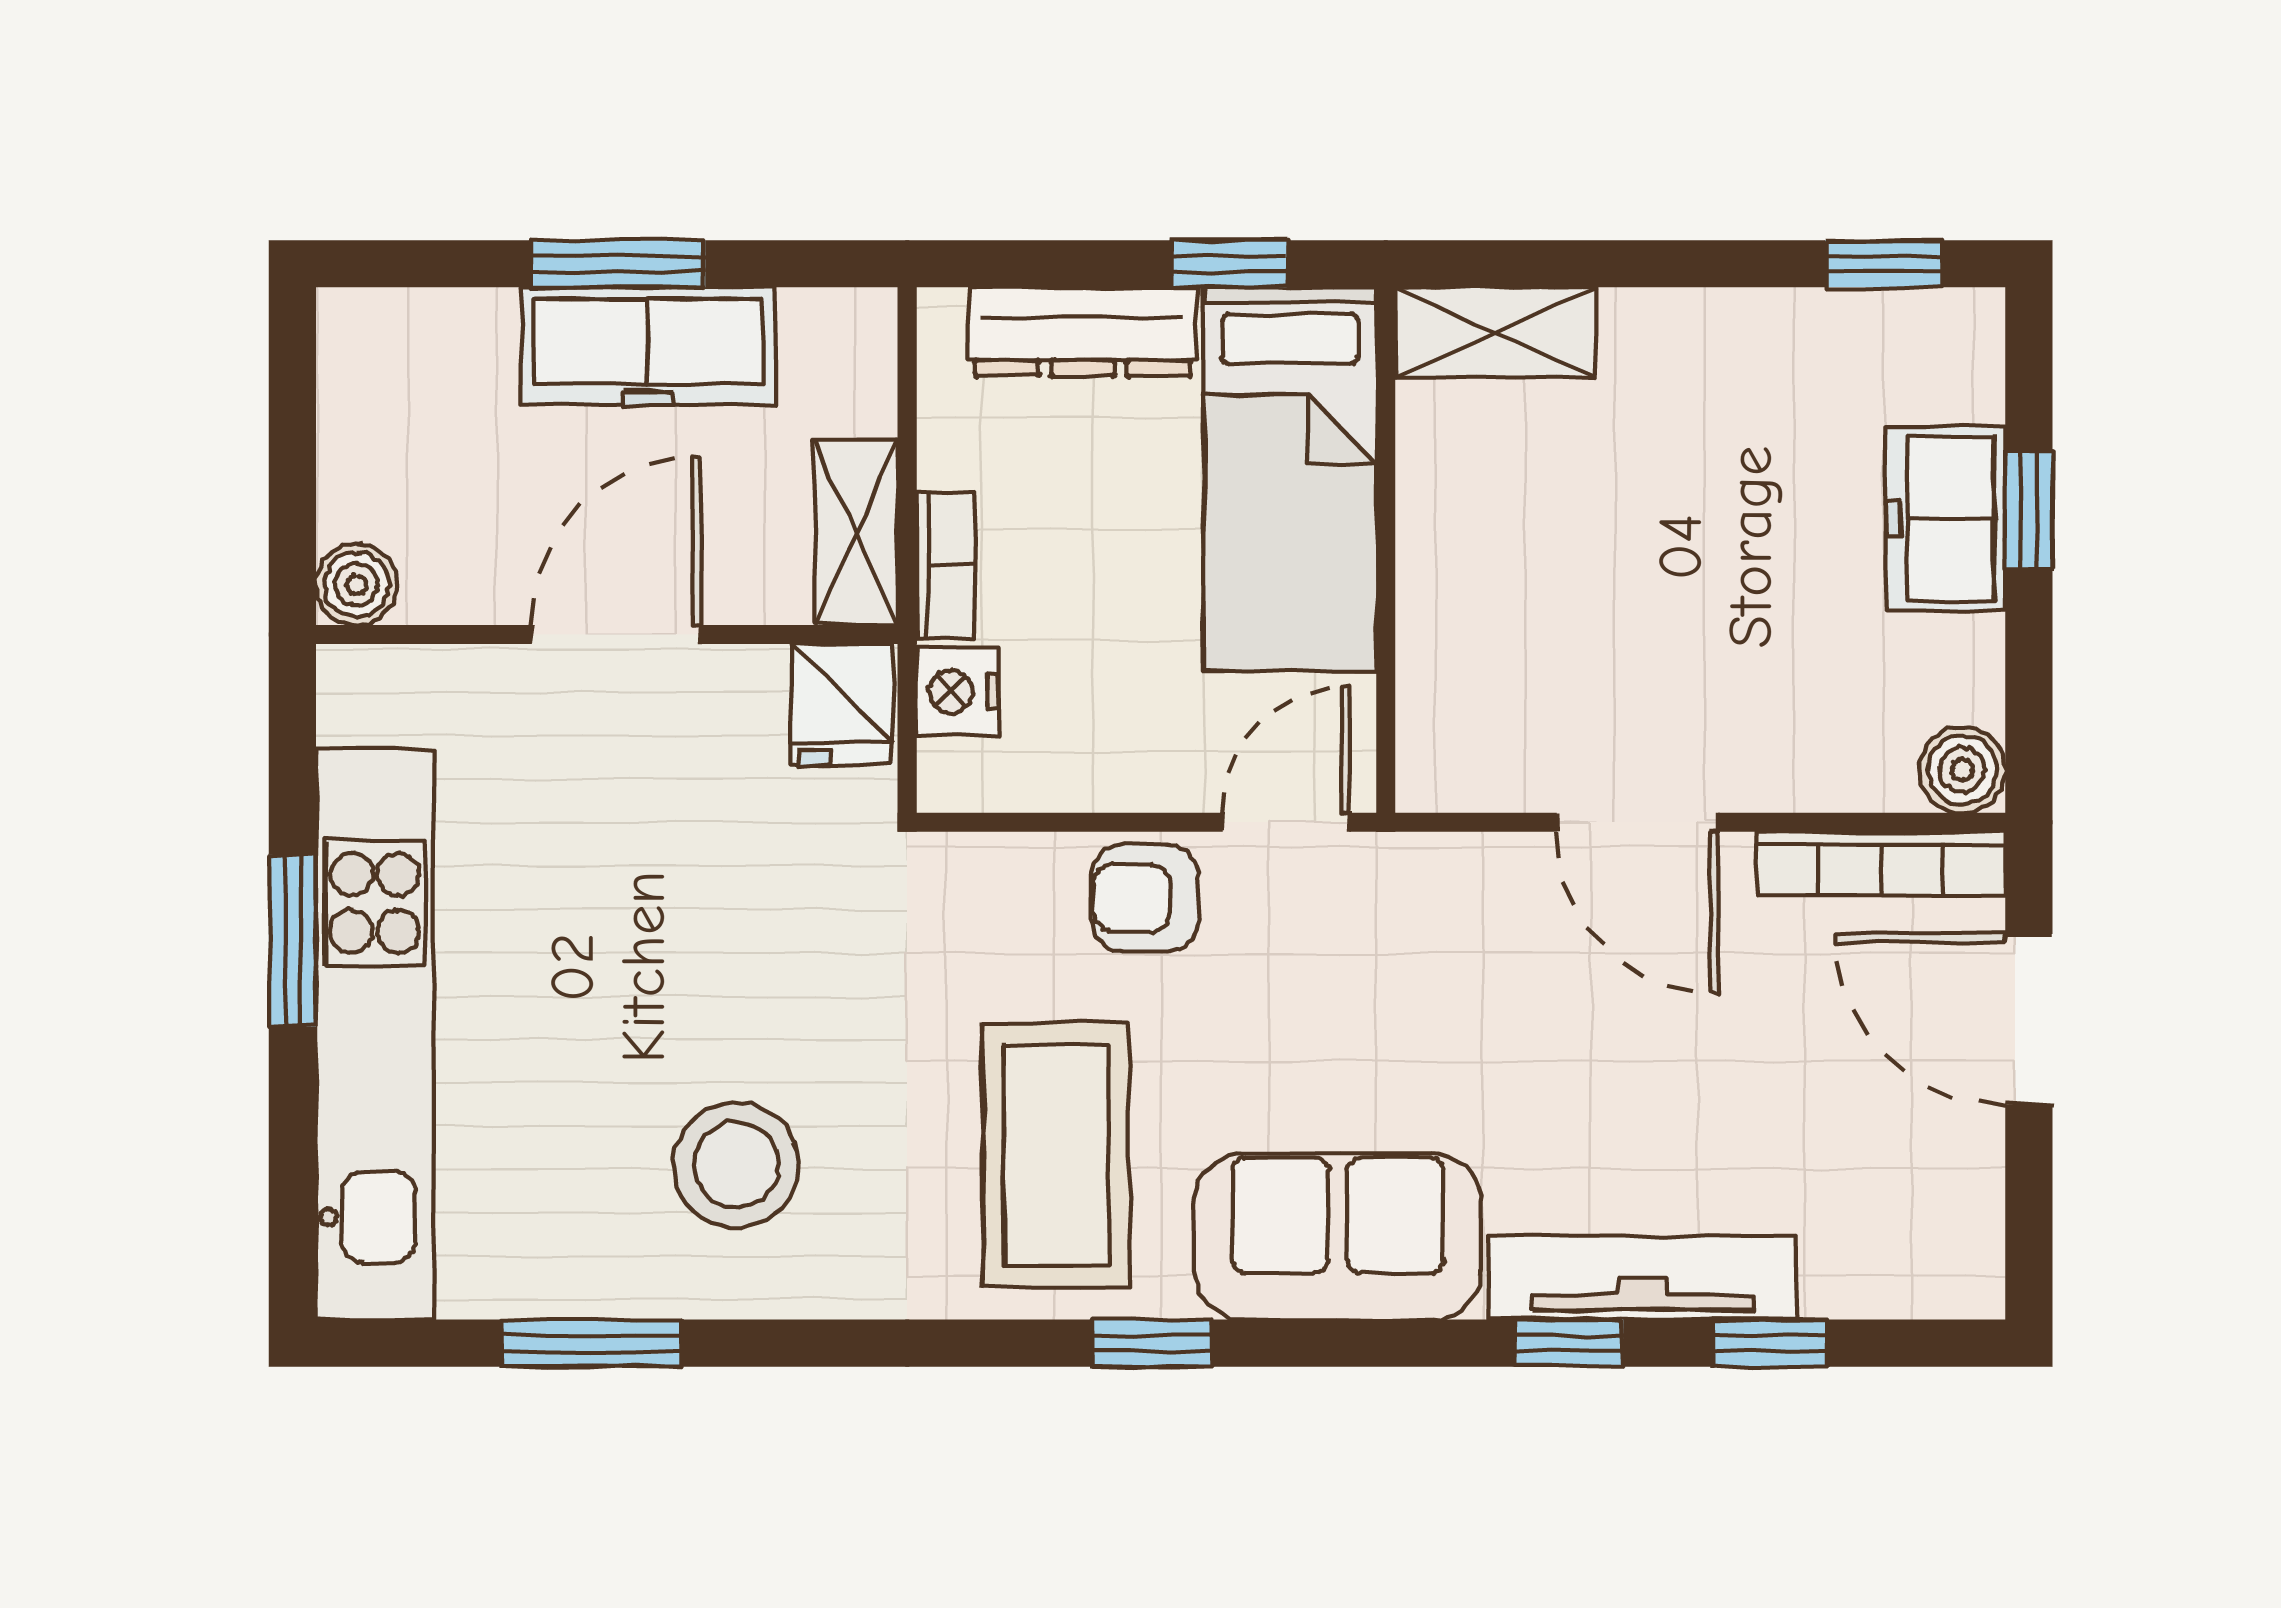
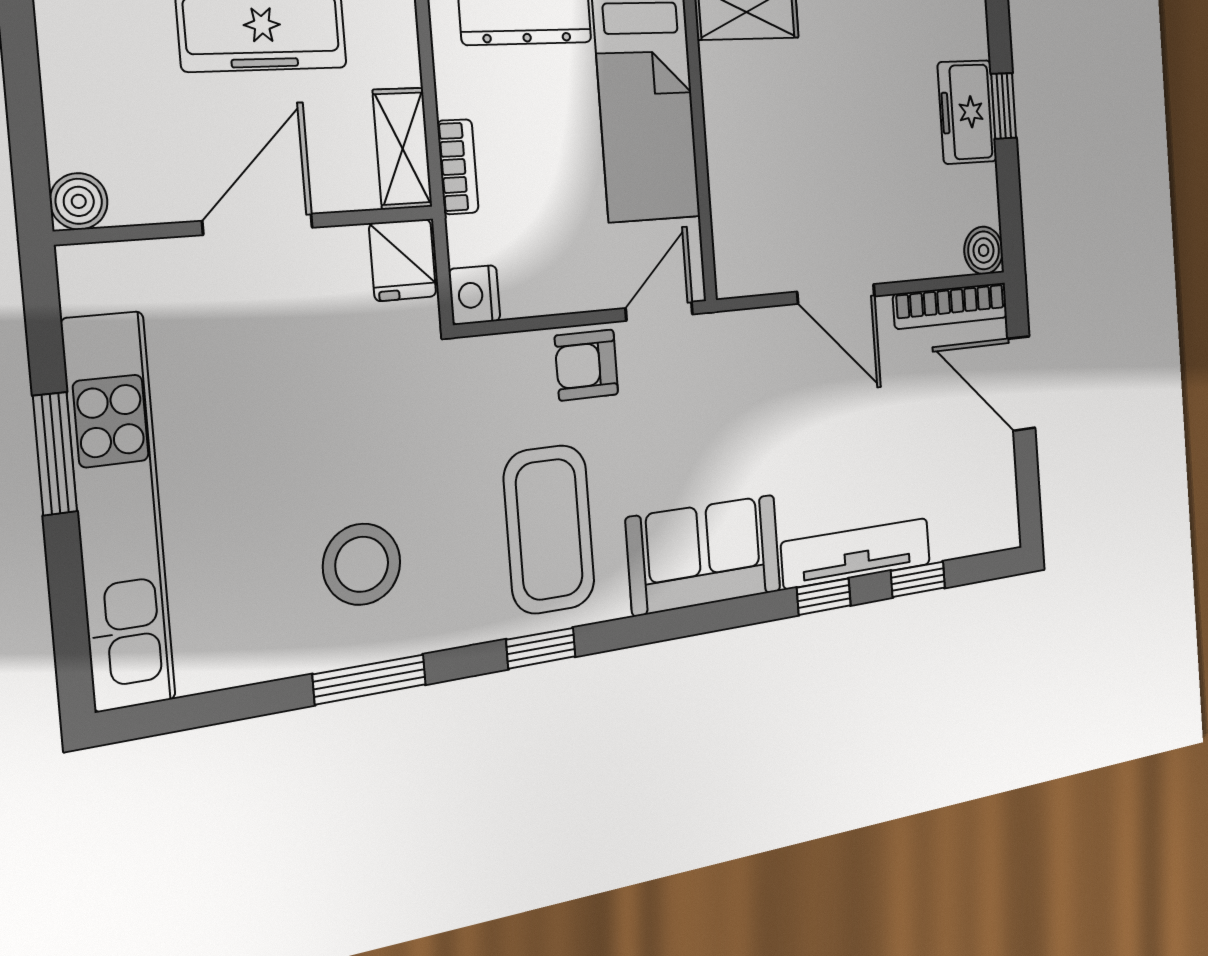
nightstand: (957, 691) -> (474, 295), moved
window: (592, 1343) -> (370, 679), moved
window: (1152, 1343) -> (541, 648), moved

